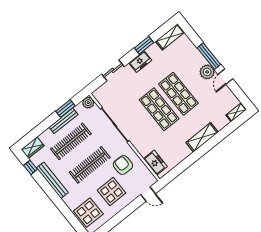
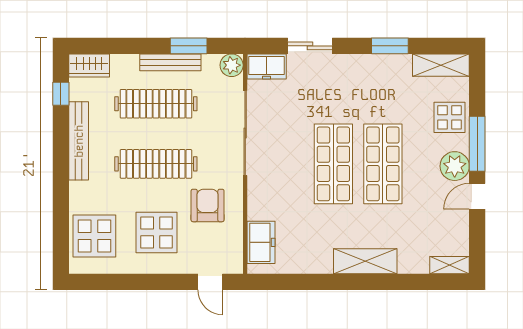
display table: (190, 55) -> (449, 117), added
freezer: (140, 62) -> (267, 66), moved

